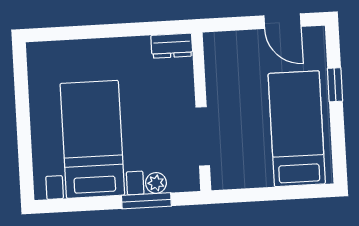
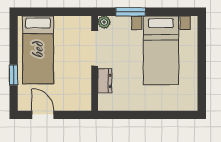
dresser: (172, 46) -> (105, 81), moved, turned 90
plant: (156, 183) -> (104, 22), moved

